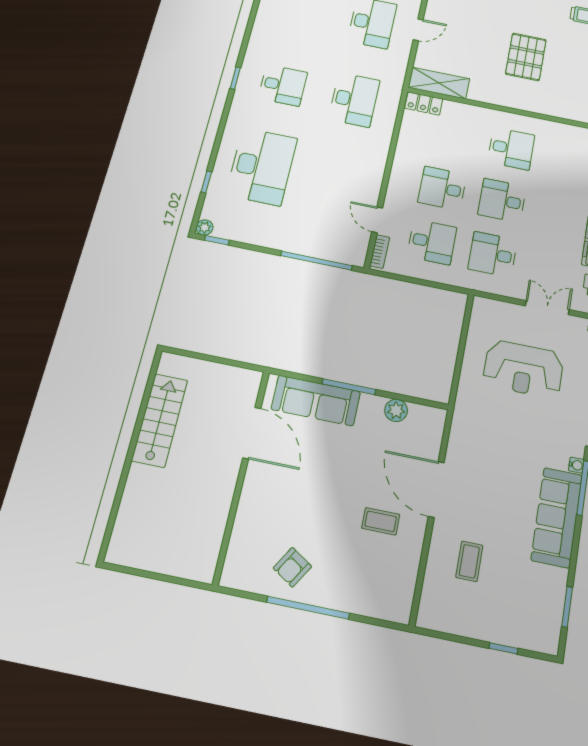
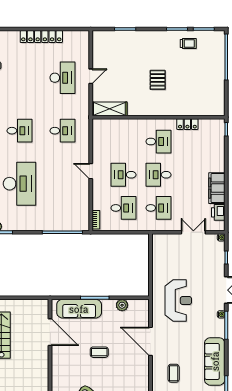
pallet: (526, 57) -> (158, 80), width x0.67, depth x0.71
desk: (354, 100) -> (62, 131), width x0.73
locker: (424, 103) -> (187, 124), moved
door: (377, 220) -> (91, 171), moved
desk: (493, 254) -> (158, 208), turned 180
reception desk: (523, 369) -> (178, 300), moved, turned -90
sofa: (557, 517) -> (215, 361), moved
coffee table: (381, 521) -> (99, 352), moved

